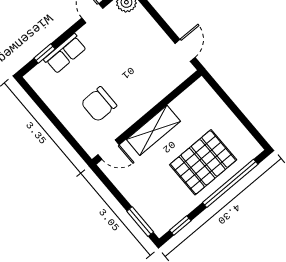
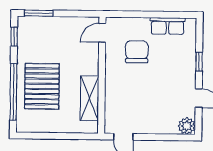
window: (45, 53) -> (199, 62), moved
row of seats: (65, 54) -> (167, 26), moved, turned -90
shelving: (153, 130) -> (90, 98), moved

